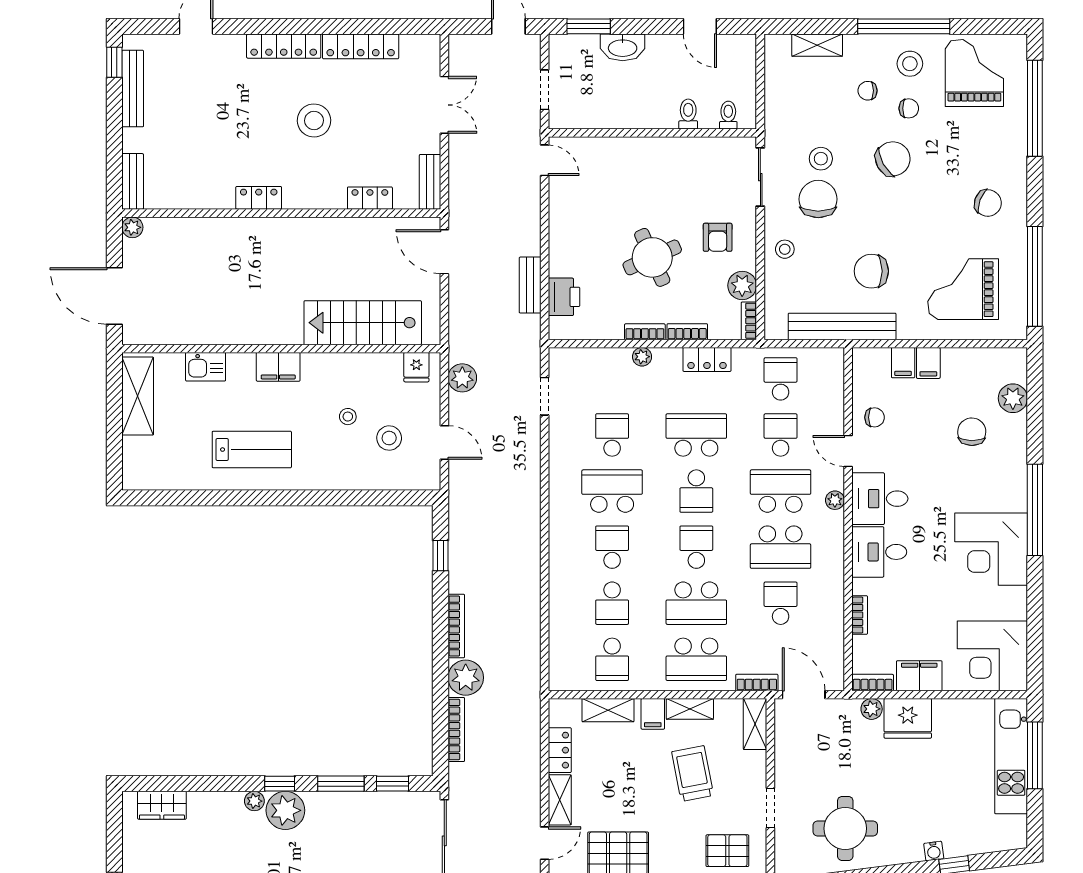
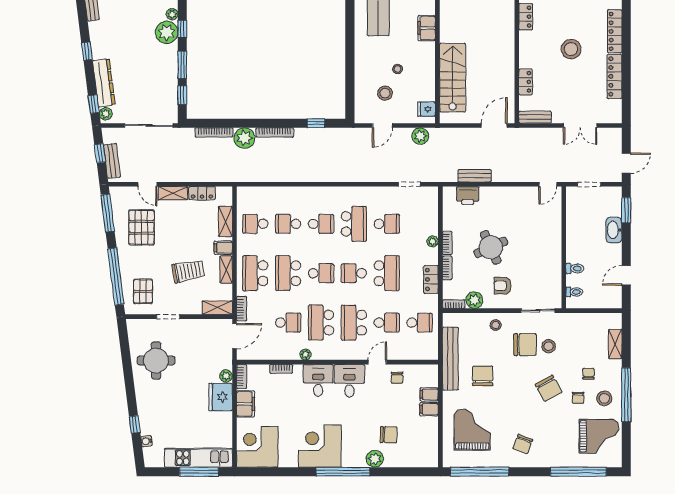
plant: (1013, 398) -> (375, 459), moved
school desk: (781, 491) -> (354, 323), turned 180
plant: (835, 500) -> (306, 354), moved
water cooler: (934, 851) -> (147, 441), moved

